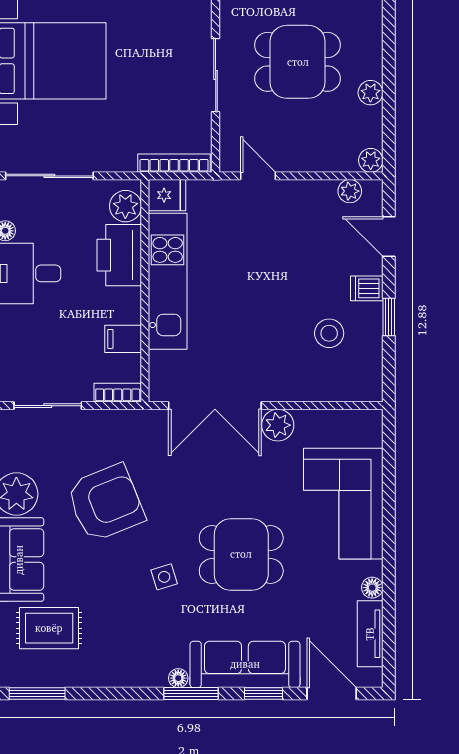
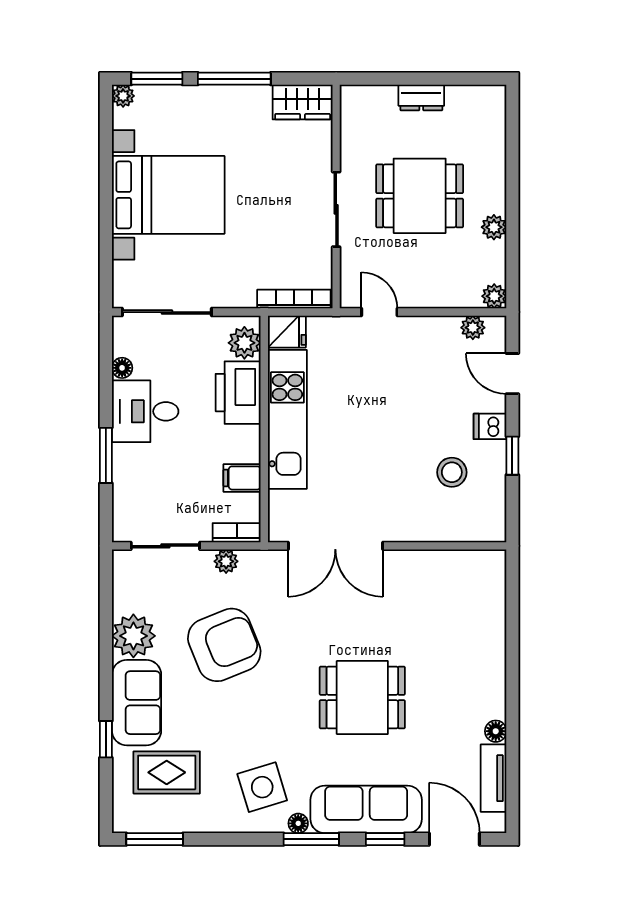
plant: (278, 425) -> (226, 561), moved, width x0.73, depth x0.73
corner sofa: (343, 504) -> (466, 646), removed
side table: (164, 577) -> (262, 787), moved, width x1.87, depth x1.87

